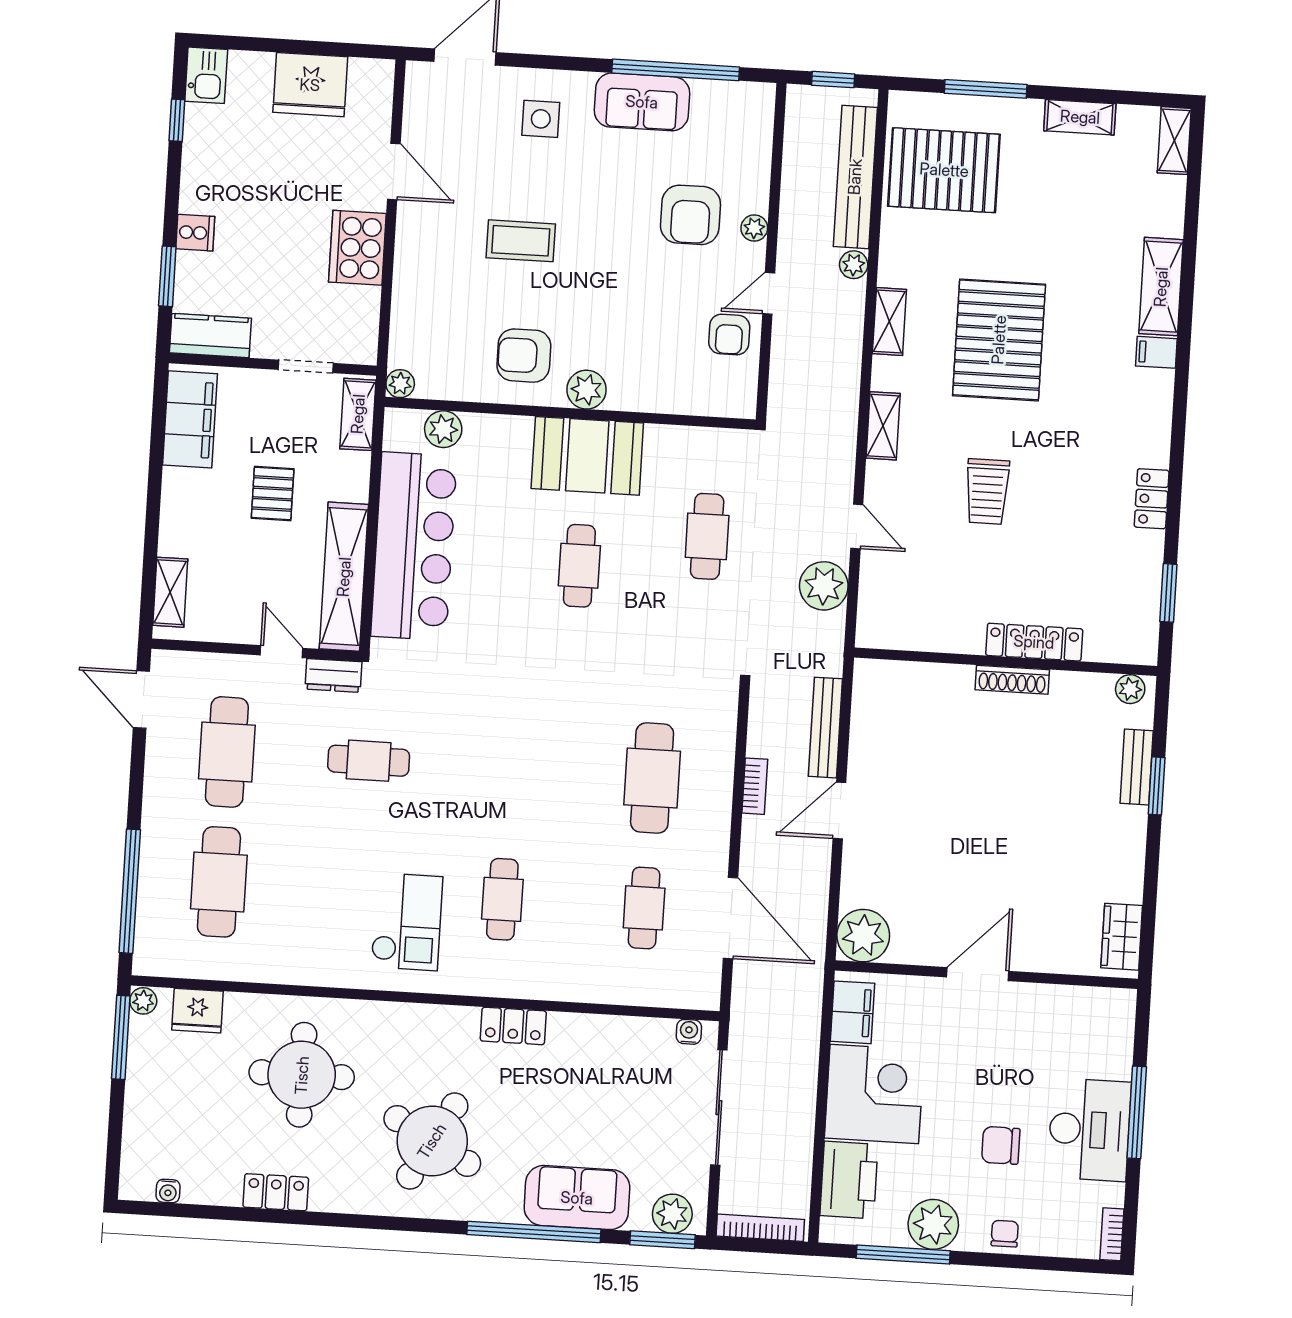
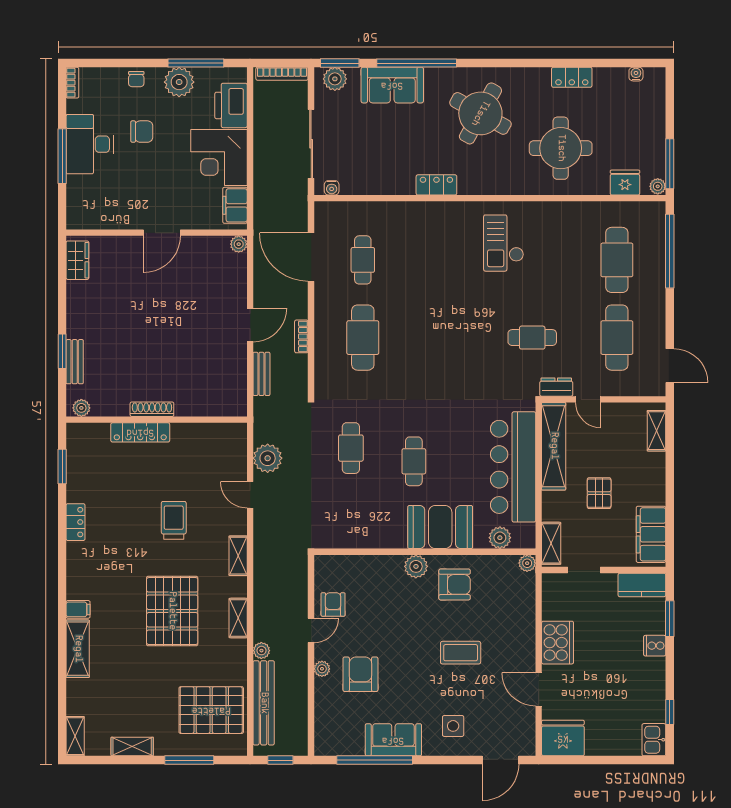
fridge: (310, 85) -> (563, 738), moved
booth: (587, 456) -> (440, 527), moved
cafe table: (707, 536) -> (351, 448), moved
bench: (825, 728) -> (261, 374), width x0.73
cafe table: (502, 899) -> (448, 260), removed
plant: (863, 936) -> (239, 244), width x0.53, depth x0.53

